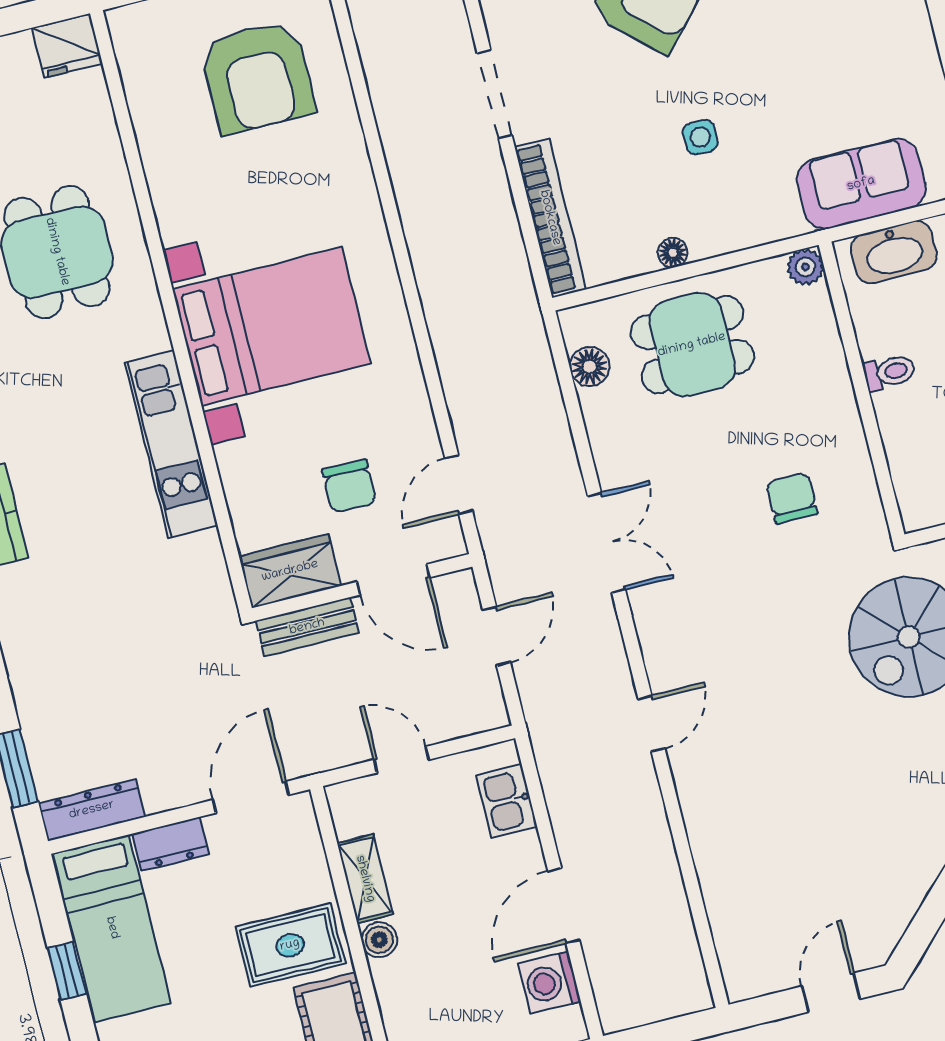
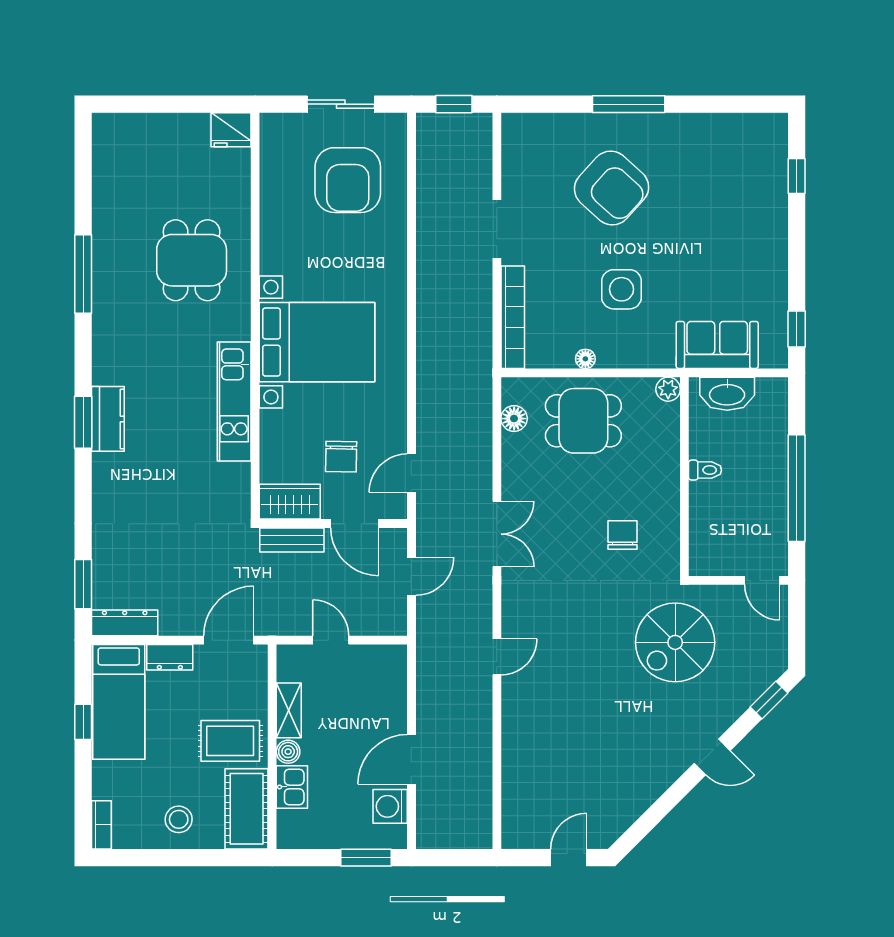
side table: (700, 137) -> (622, 289), width x1.87, depth x1.87
kitchen sink: (507, 801) -> (292, 787), moved, turned 180

